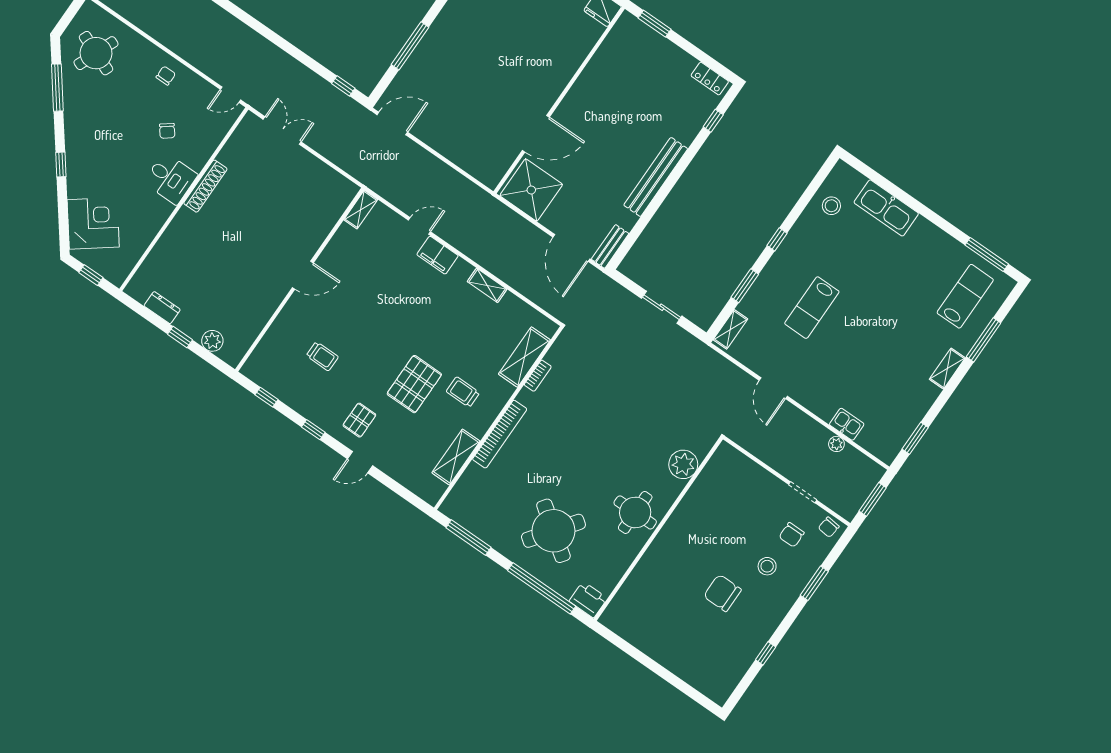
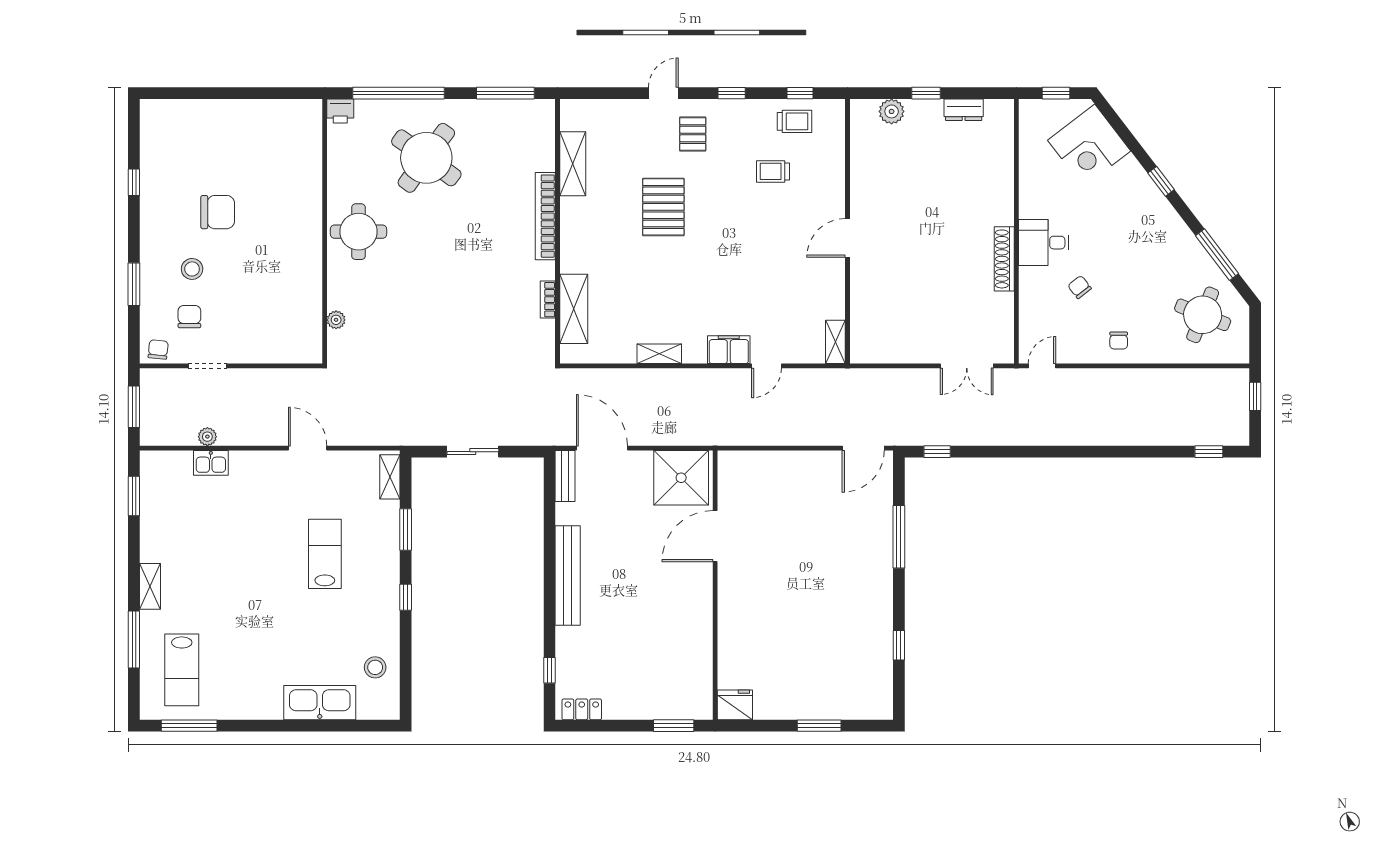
trolley: (463, 392) -> (795, 121), moved
plant: (683, 464) -> (336, 320), width x0.53, depth x0.53
printer: (588, 600) -> (340, 111), width x0.73, depth x0.81

